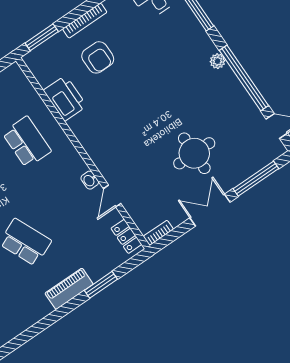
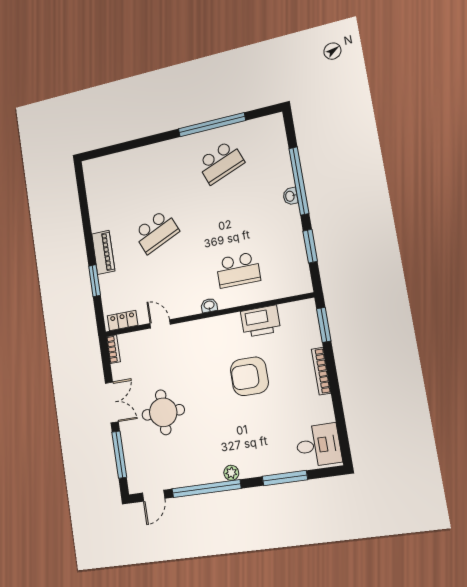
armchair: (98, 57) -> (249, 376), moved, width x1.36, depth x1.36
washbasin: (90, 180) -> (209, 305), moved

